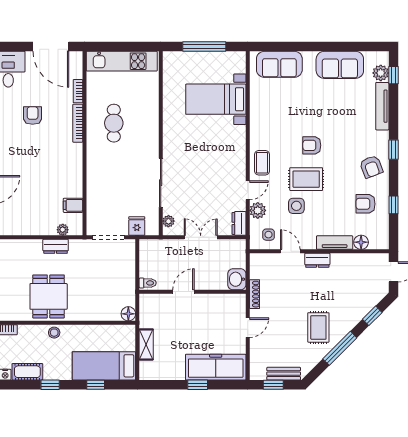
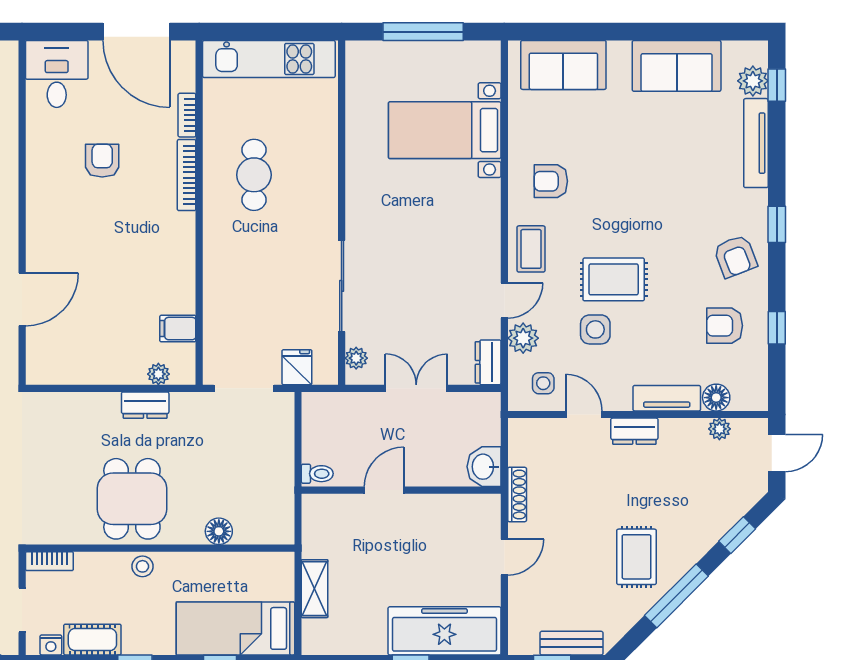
armchair: (312, 145) -> (551, 181), moved
plant: (363, 259) -> (719, 429), added
floor lamp: (128, 314) -> (219, 531), moved

